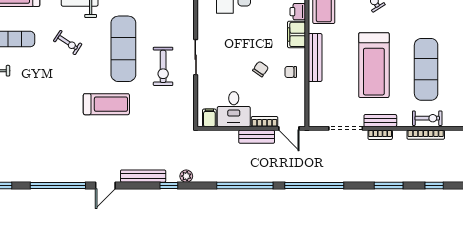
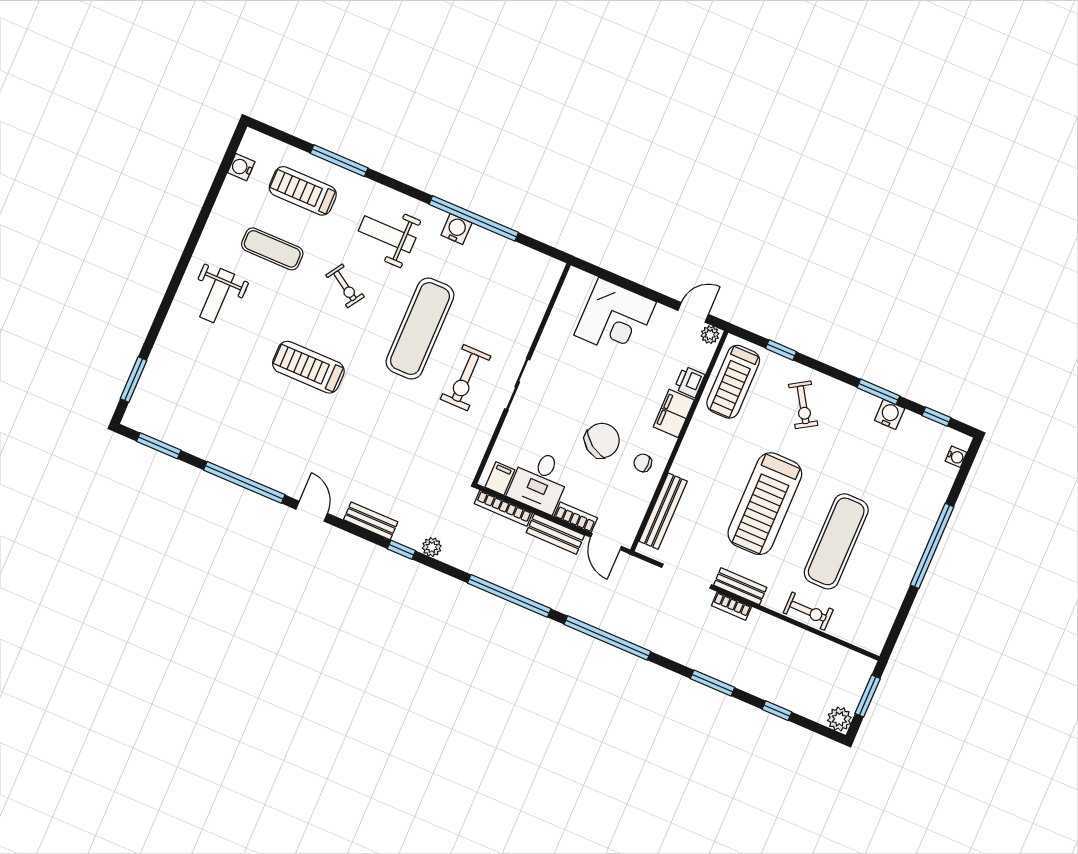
bench: (315, 57) -> (663, 511), moved
chair: (261, 69) -> (602, 441), width x1.87, depth x1.87
treadmill: (106, 104) -> (308, 367), moved, turned 180
bookcase: (426, 135) -> (503, 508), moved
bench: (143, 176) -> (371, 521), width x0.73
door: (105, 186) -> (312, 511), swing flipped

